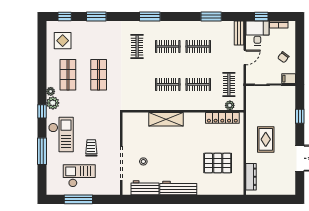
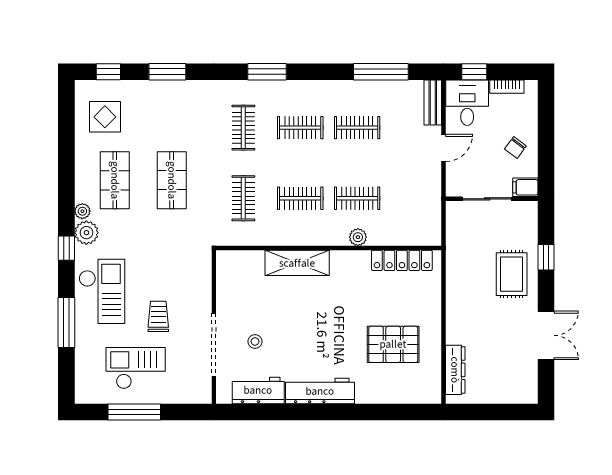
window: (211, 16) -> (381, 72), width x1.44
clothes rail: (229, 84) -> (243, 198), moved
plant: (230, 105) -> (358, 237), moved
rug: (266, 139) -> (512, 274), moved

